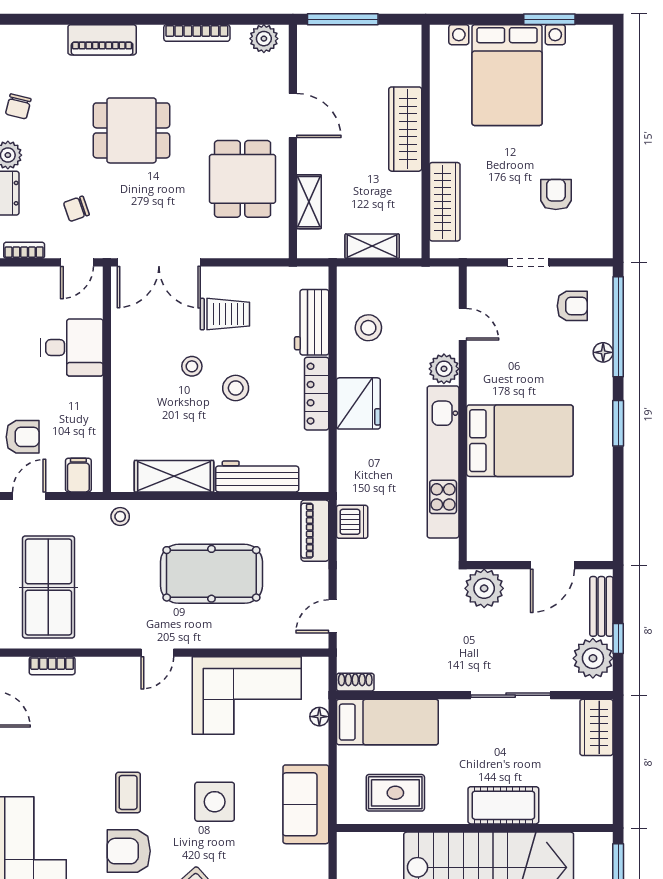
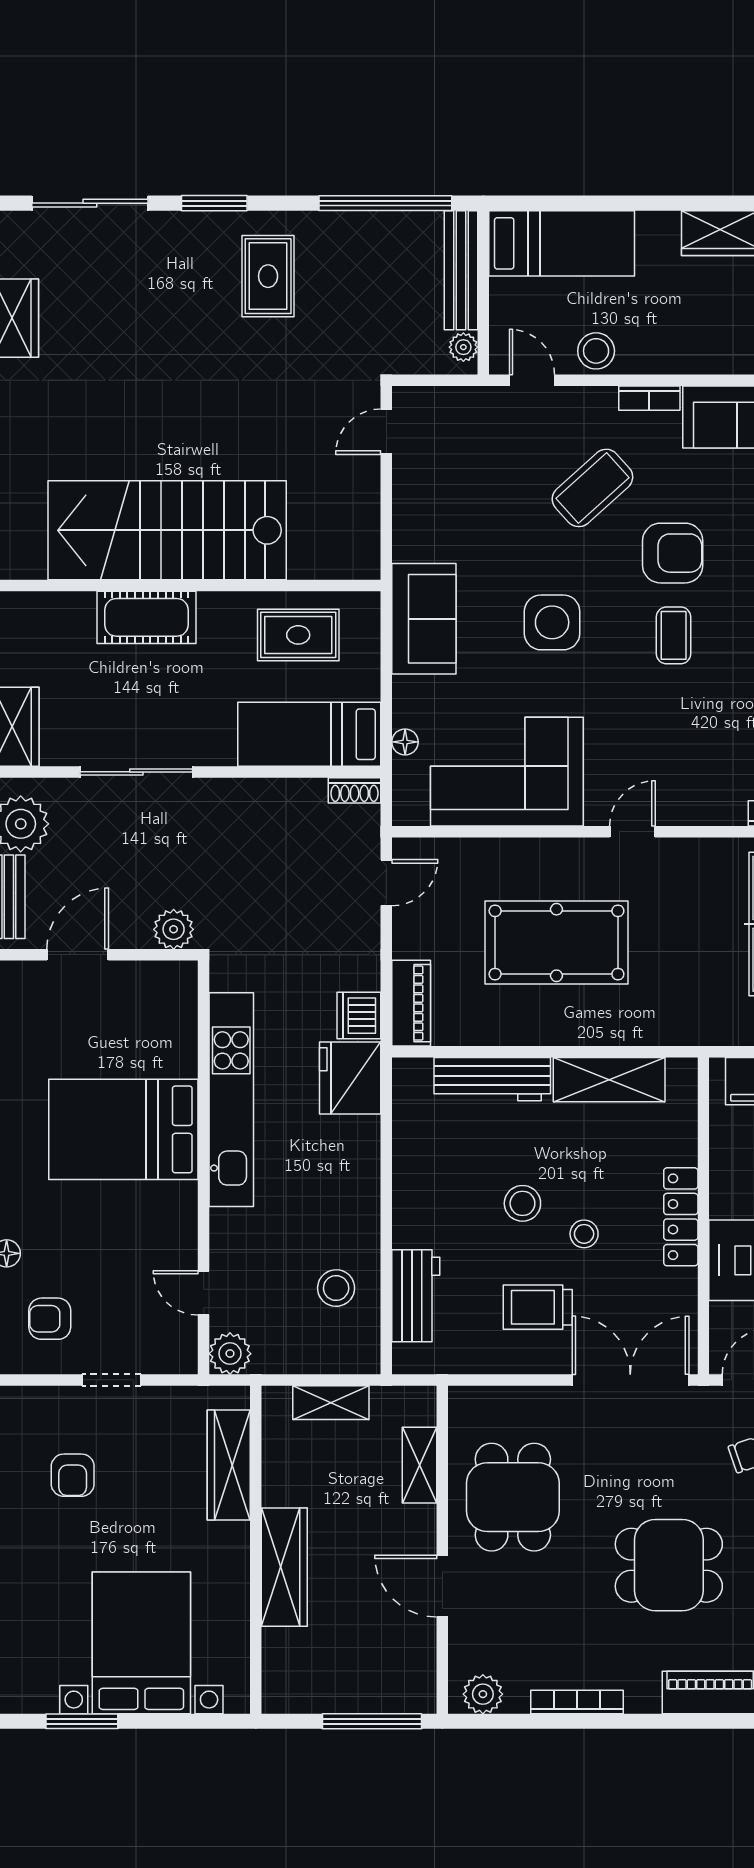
plant: (444, 369) -> (230, 1354), moved
locker: (317, 394) -> (681, 1217), moved, turned 180
fridge: (358, 403) -> (350, 1078), moved
stool: (120, 517) -> (685, 1023), removed
plant: (484, 588) -> (174, 929), width x0.73, depth x0.73

